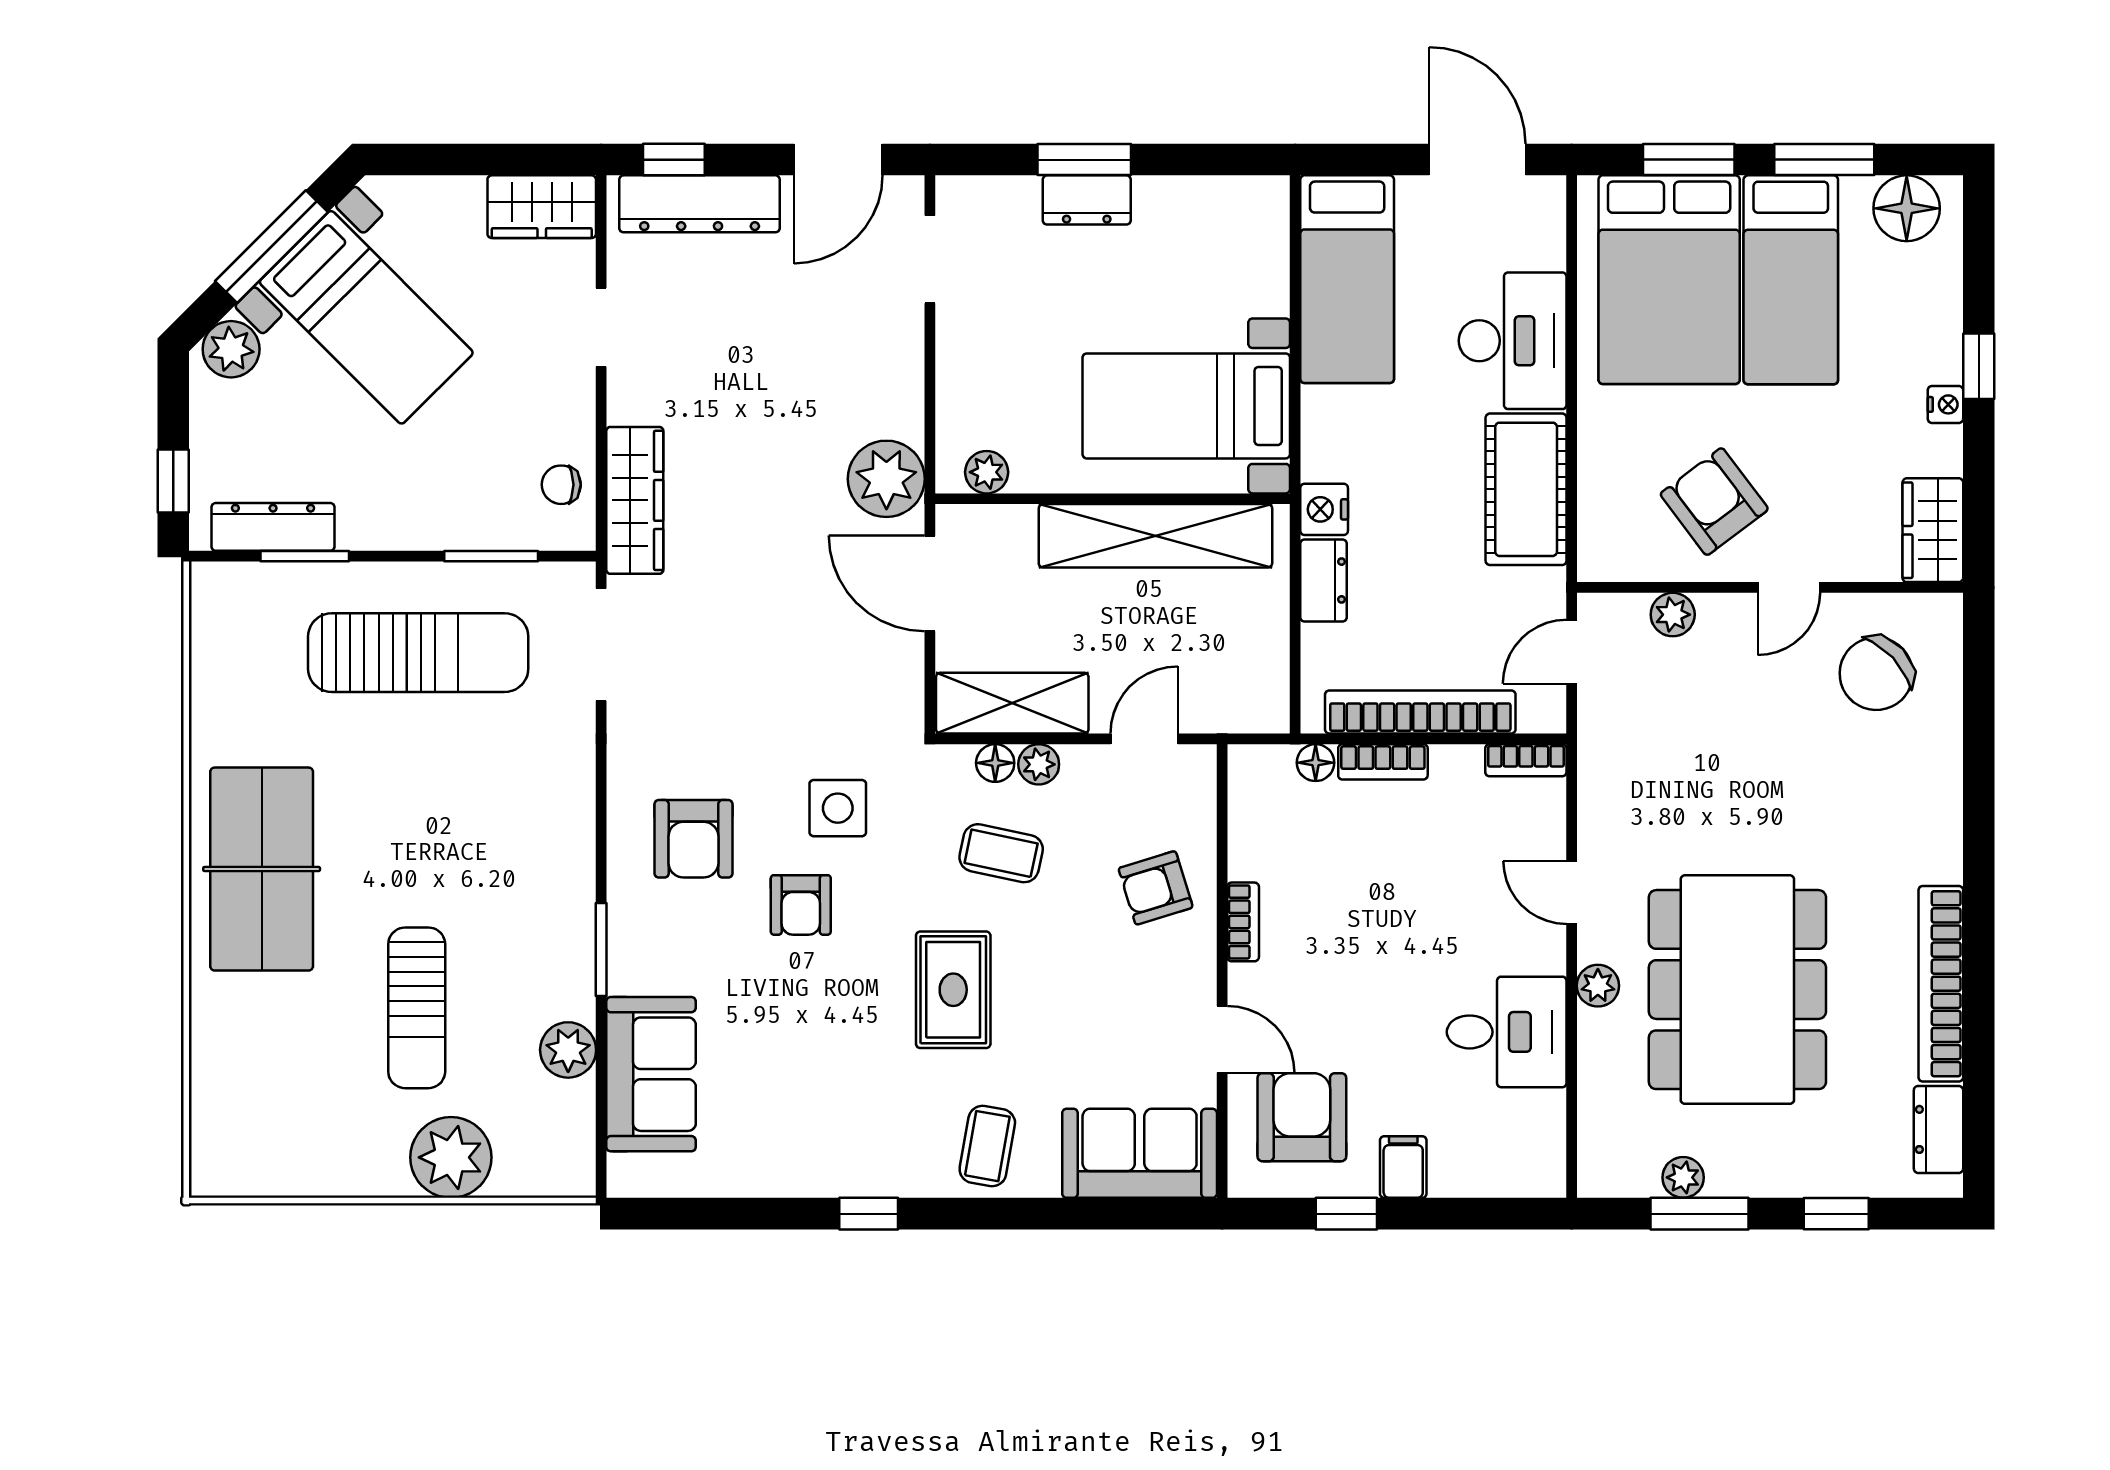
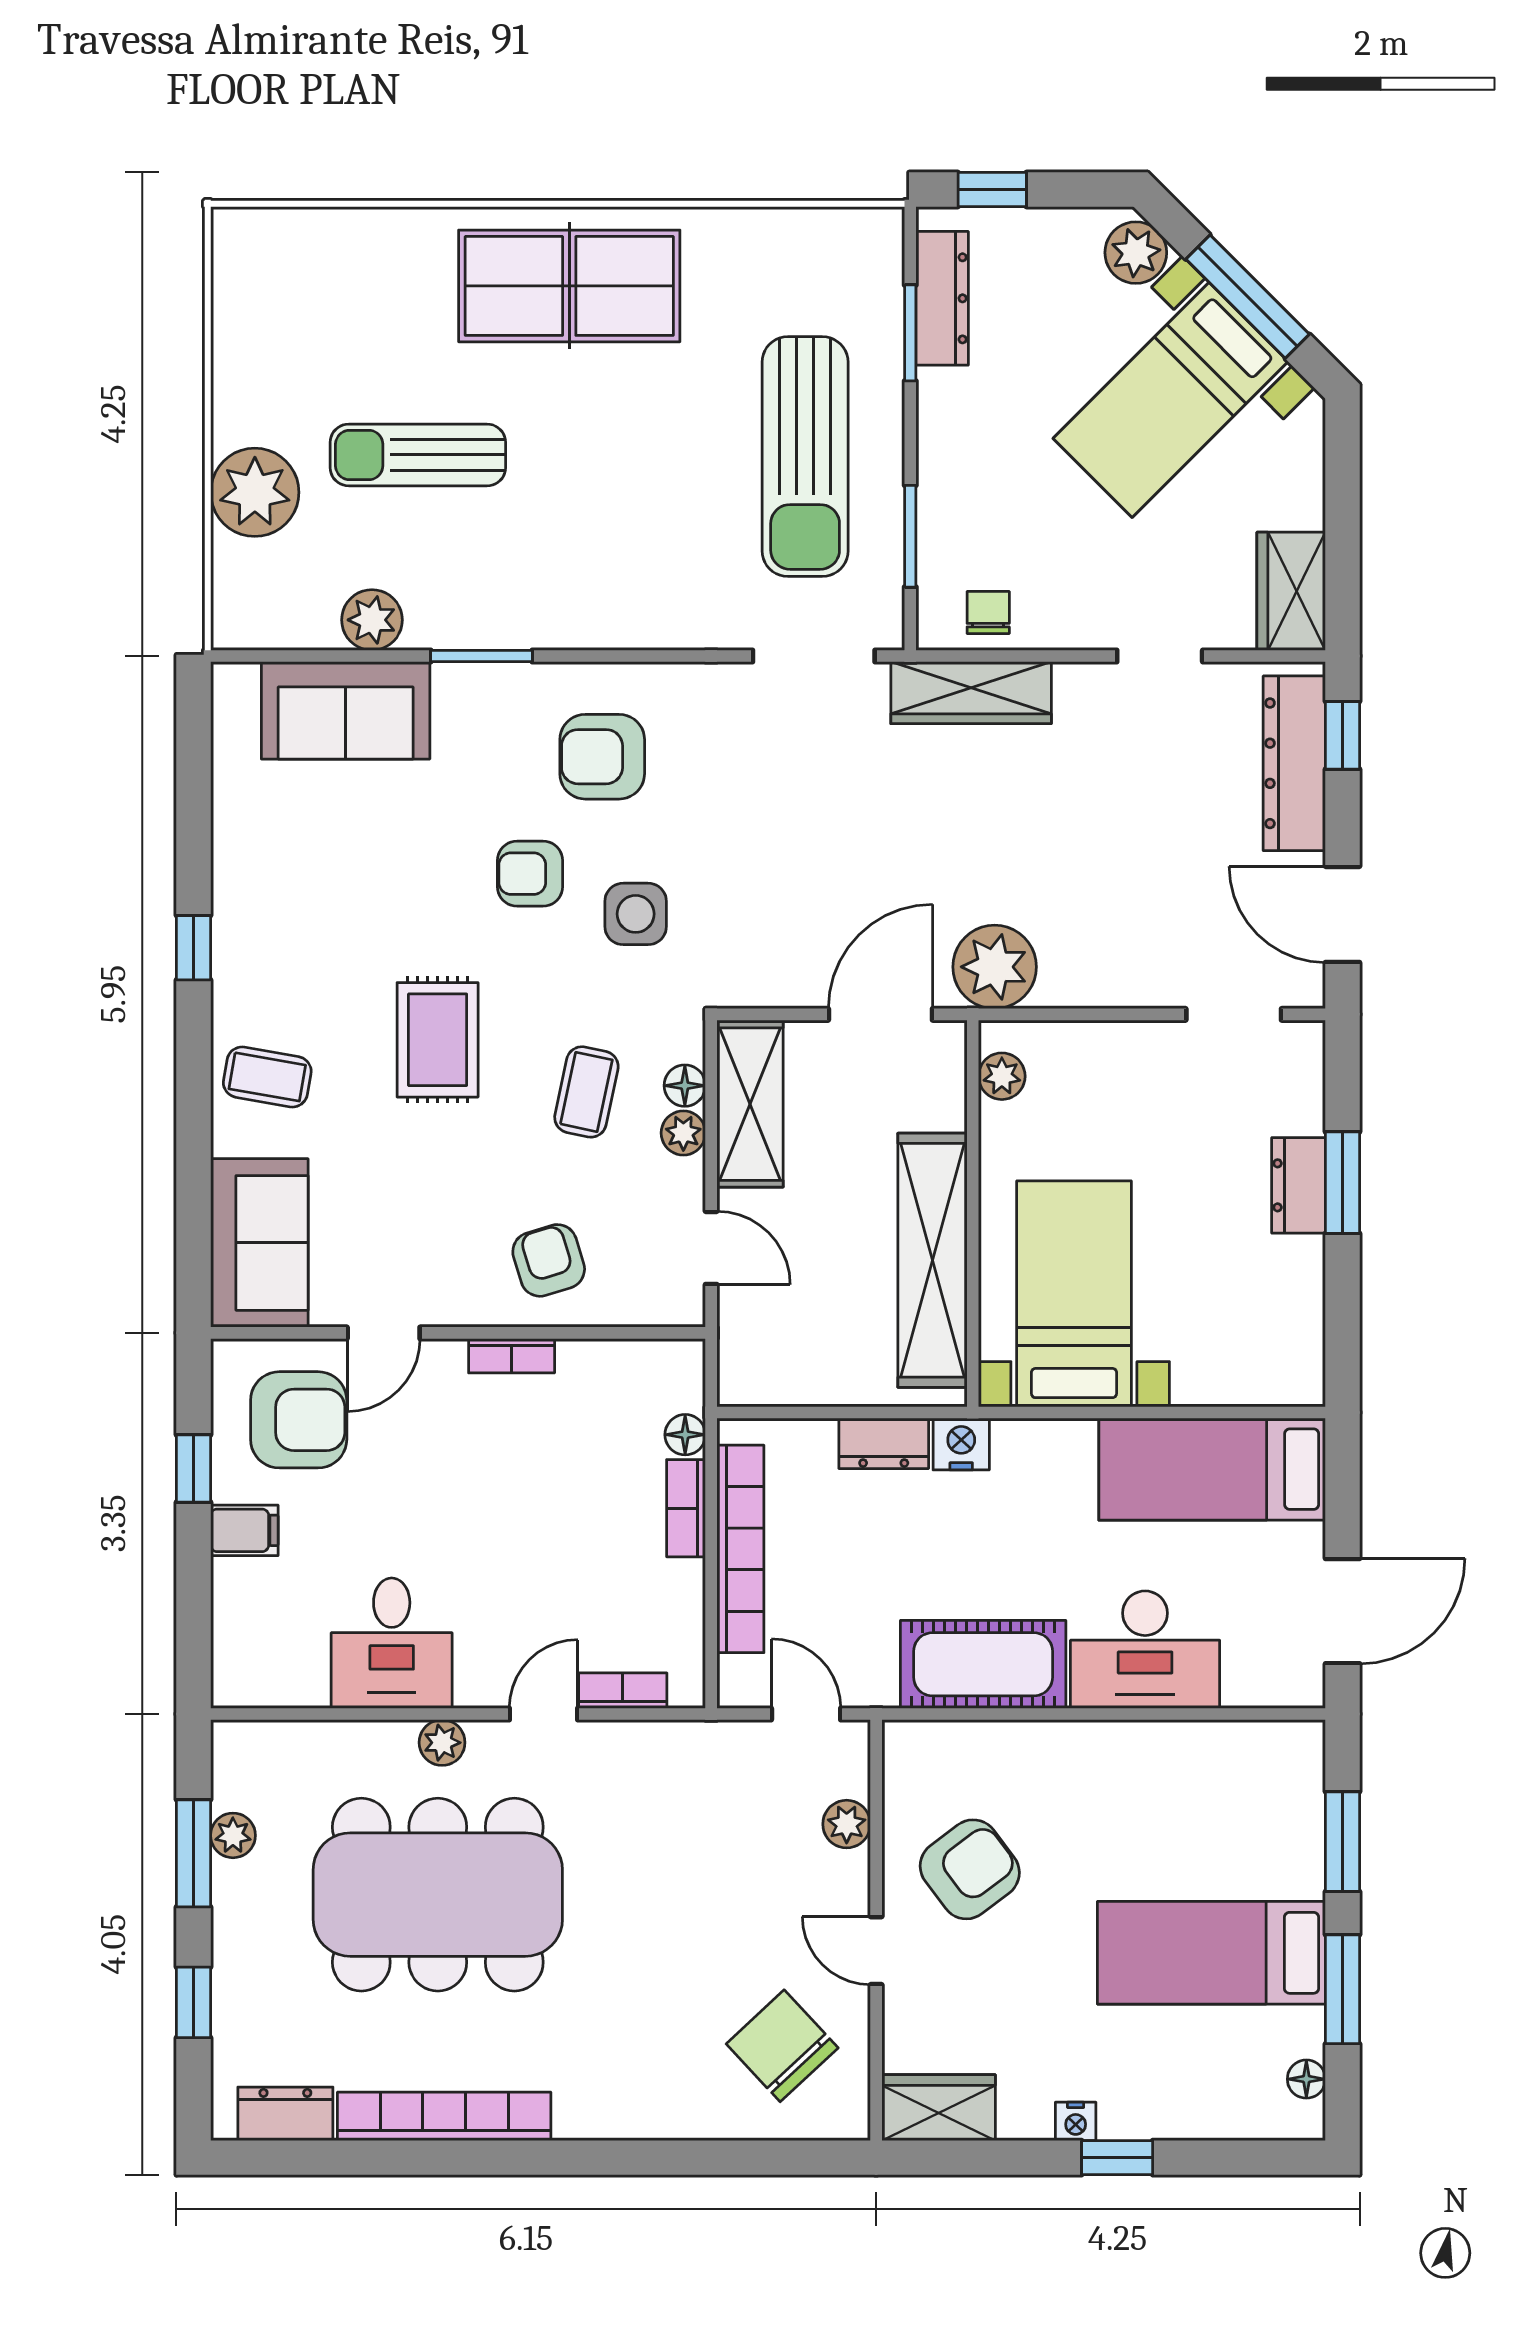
floor lamp: (1907, 208) -> (1306, 2079), width x0.53, depth x0.53
bed: (1669, 280) -> (1212, 1820), removed
bookcase: (1526, 760) -> (623, 1691), moved, turned 90
rug: (953, 990) -> (438, 1040), turned 90

